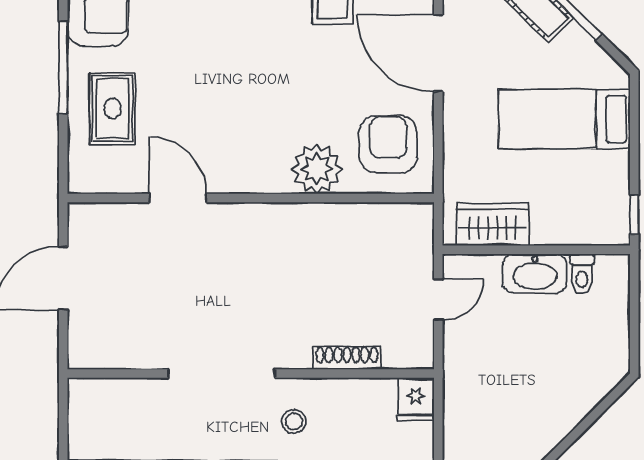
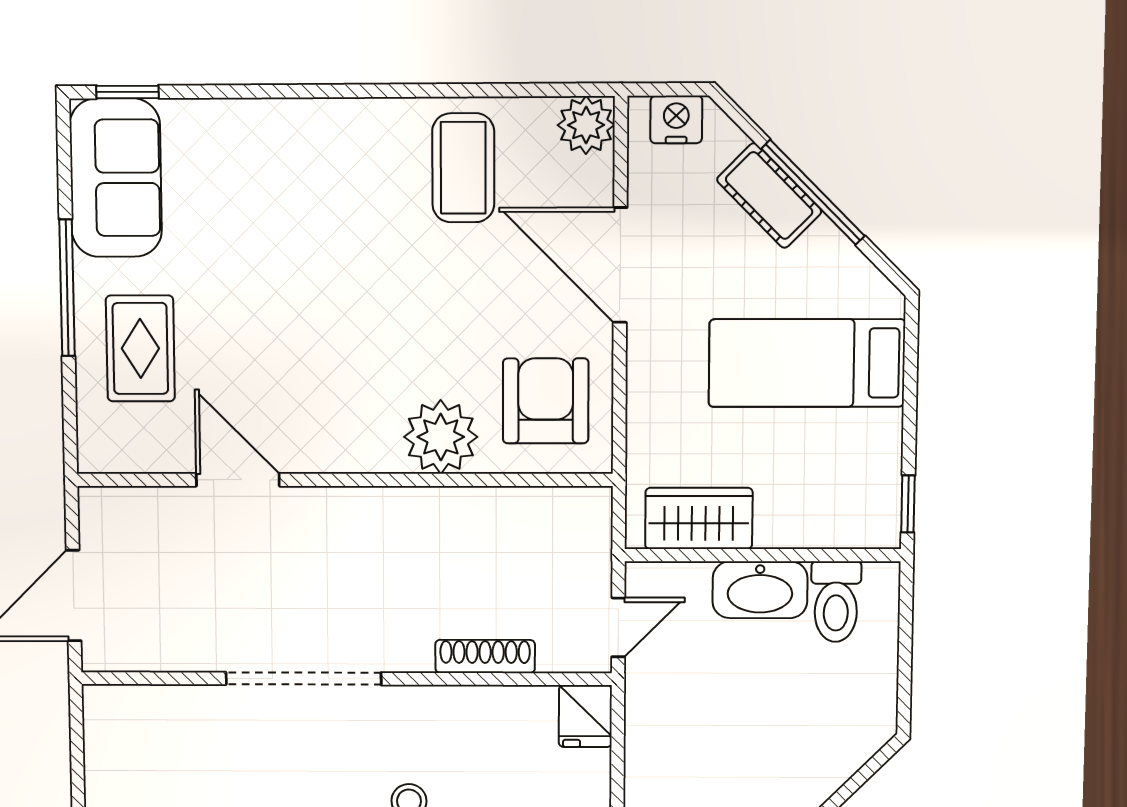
toilet: (582, 274) -> (836, 602), width x1.37, depth x1.39
shoe rack: (347, 358) -> (485, 656), moved
doorway: (221, 374) -> (304, 679), moved
wall: (251, 374) -> (346, 679), moved
fridge: (416, 399) -> (585, 716), moved

